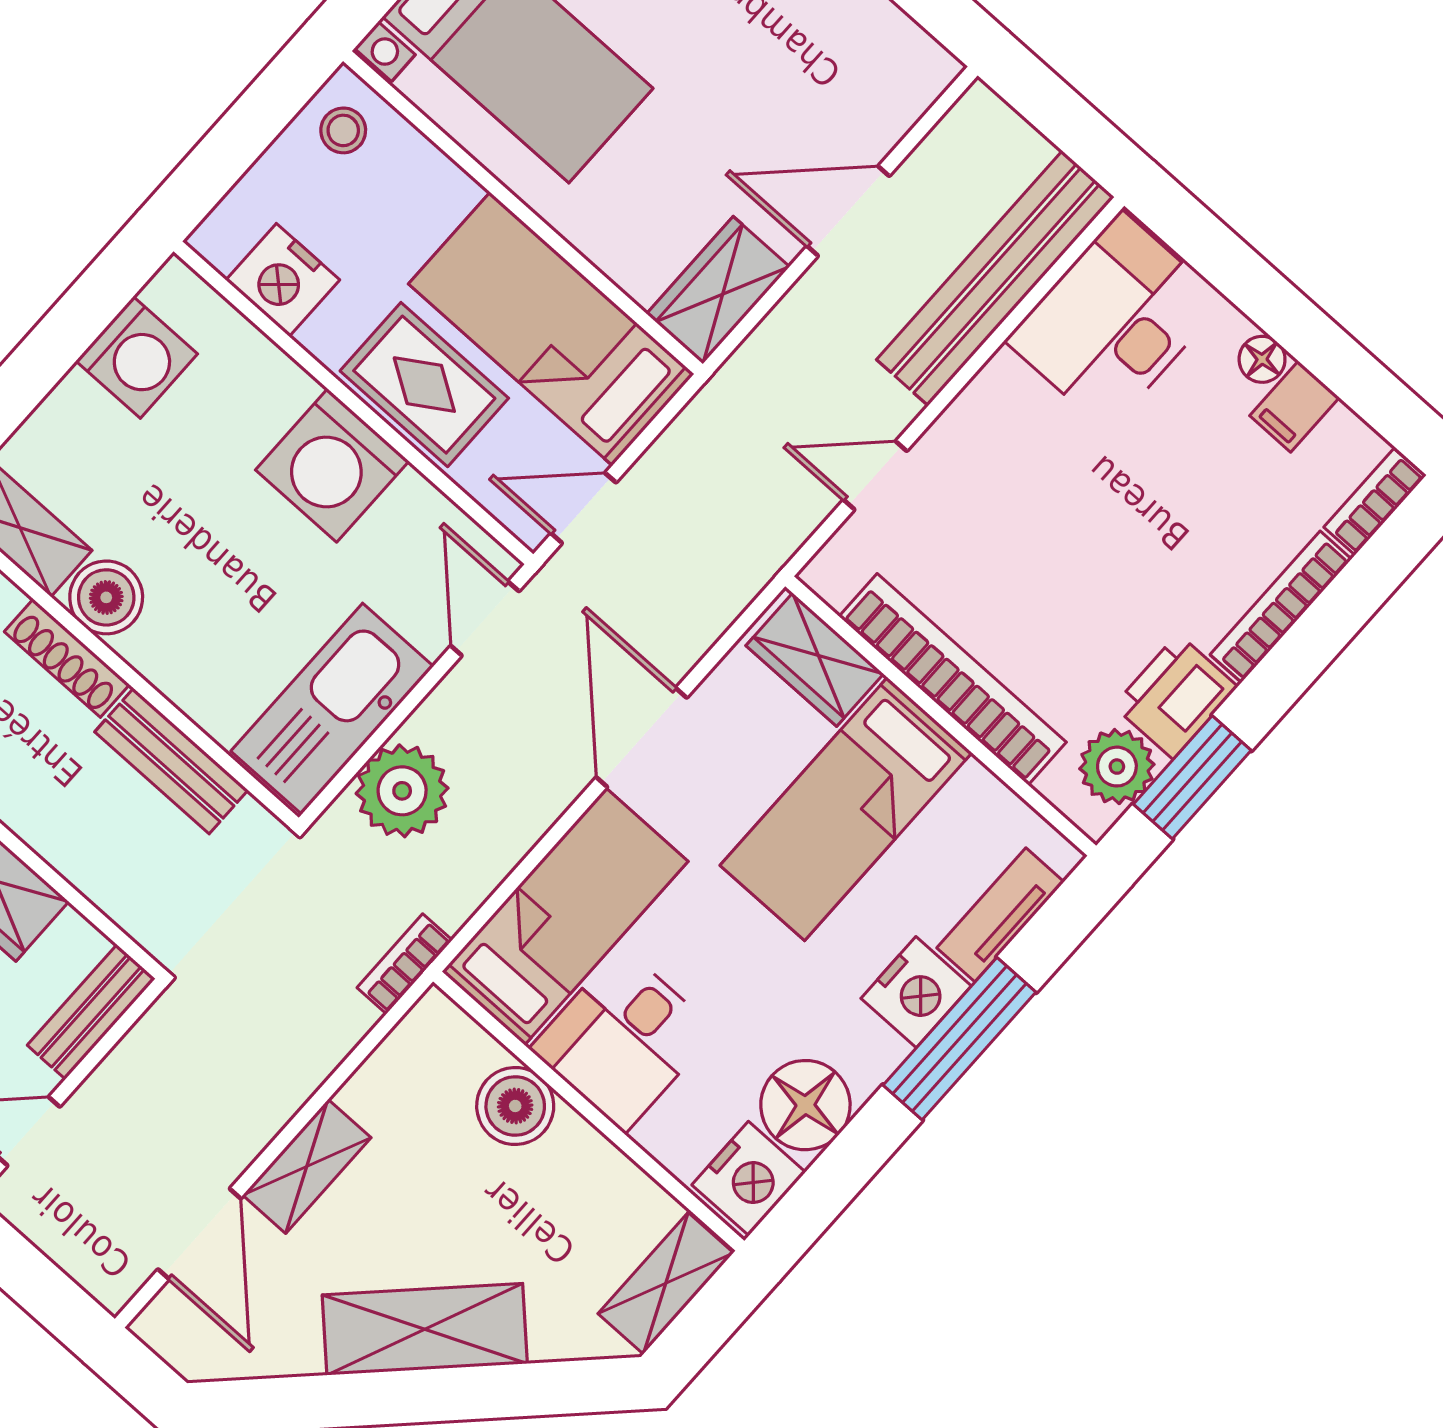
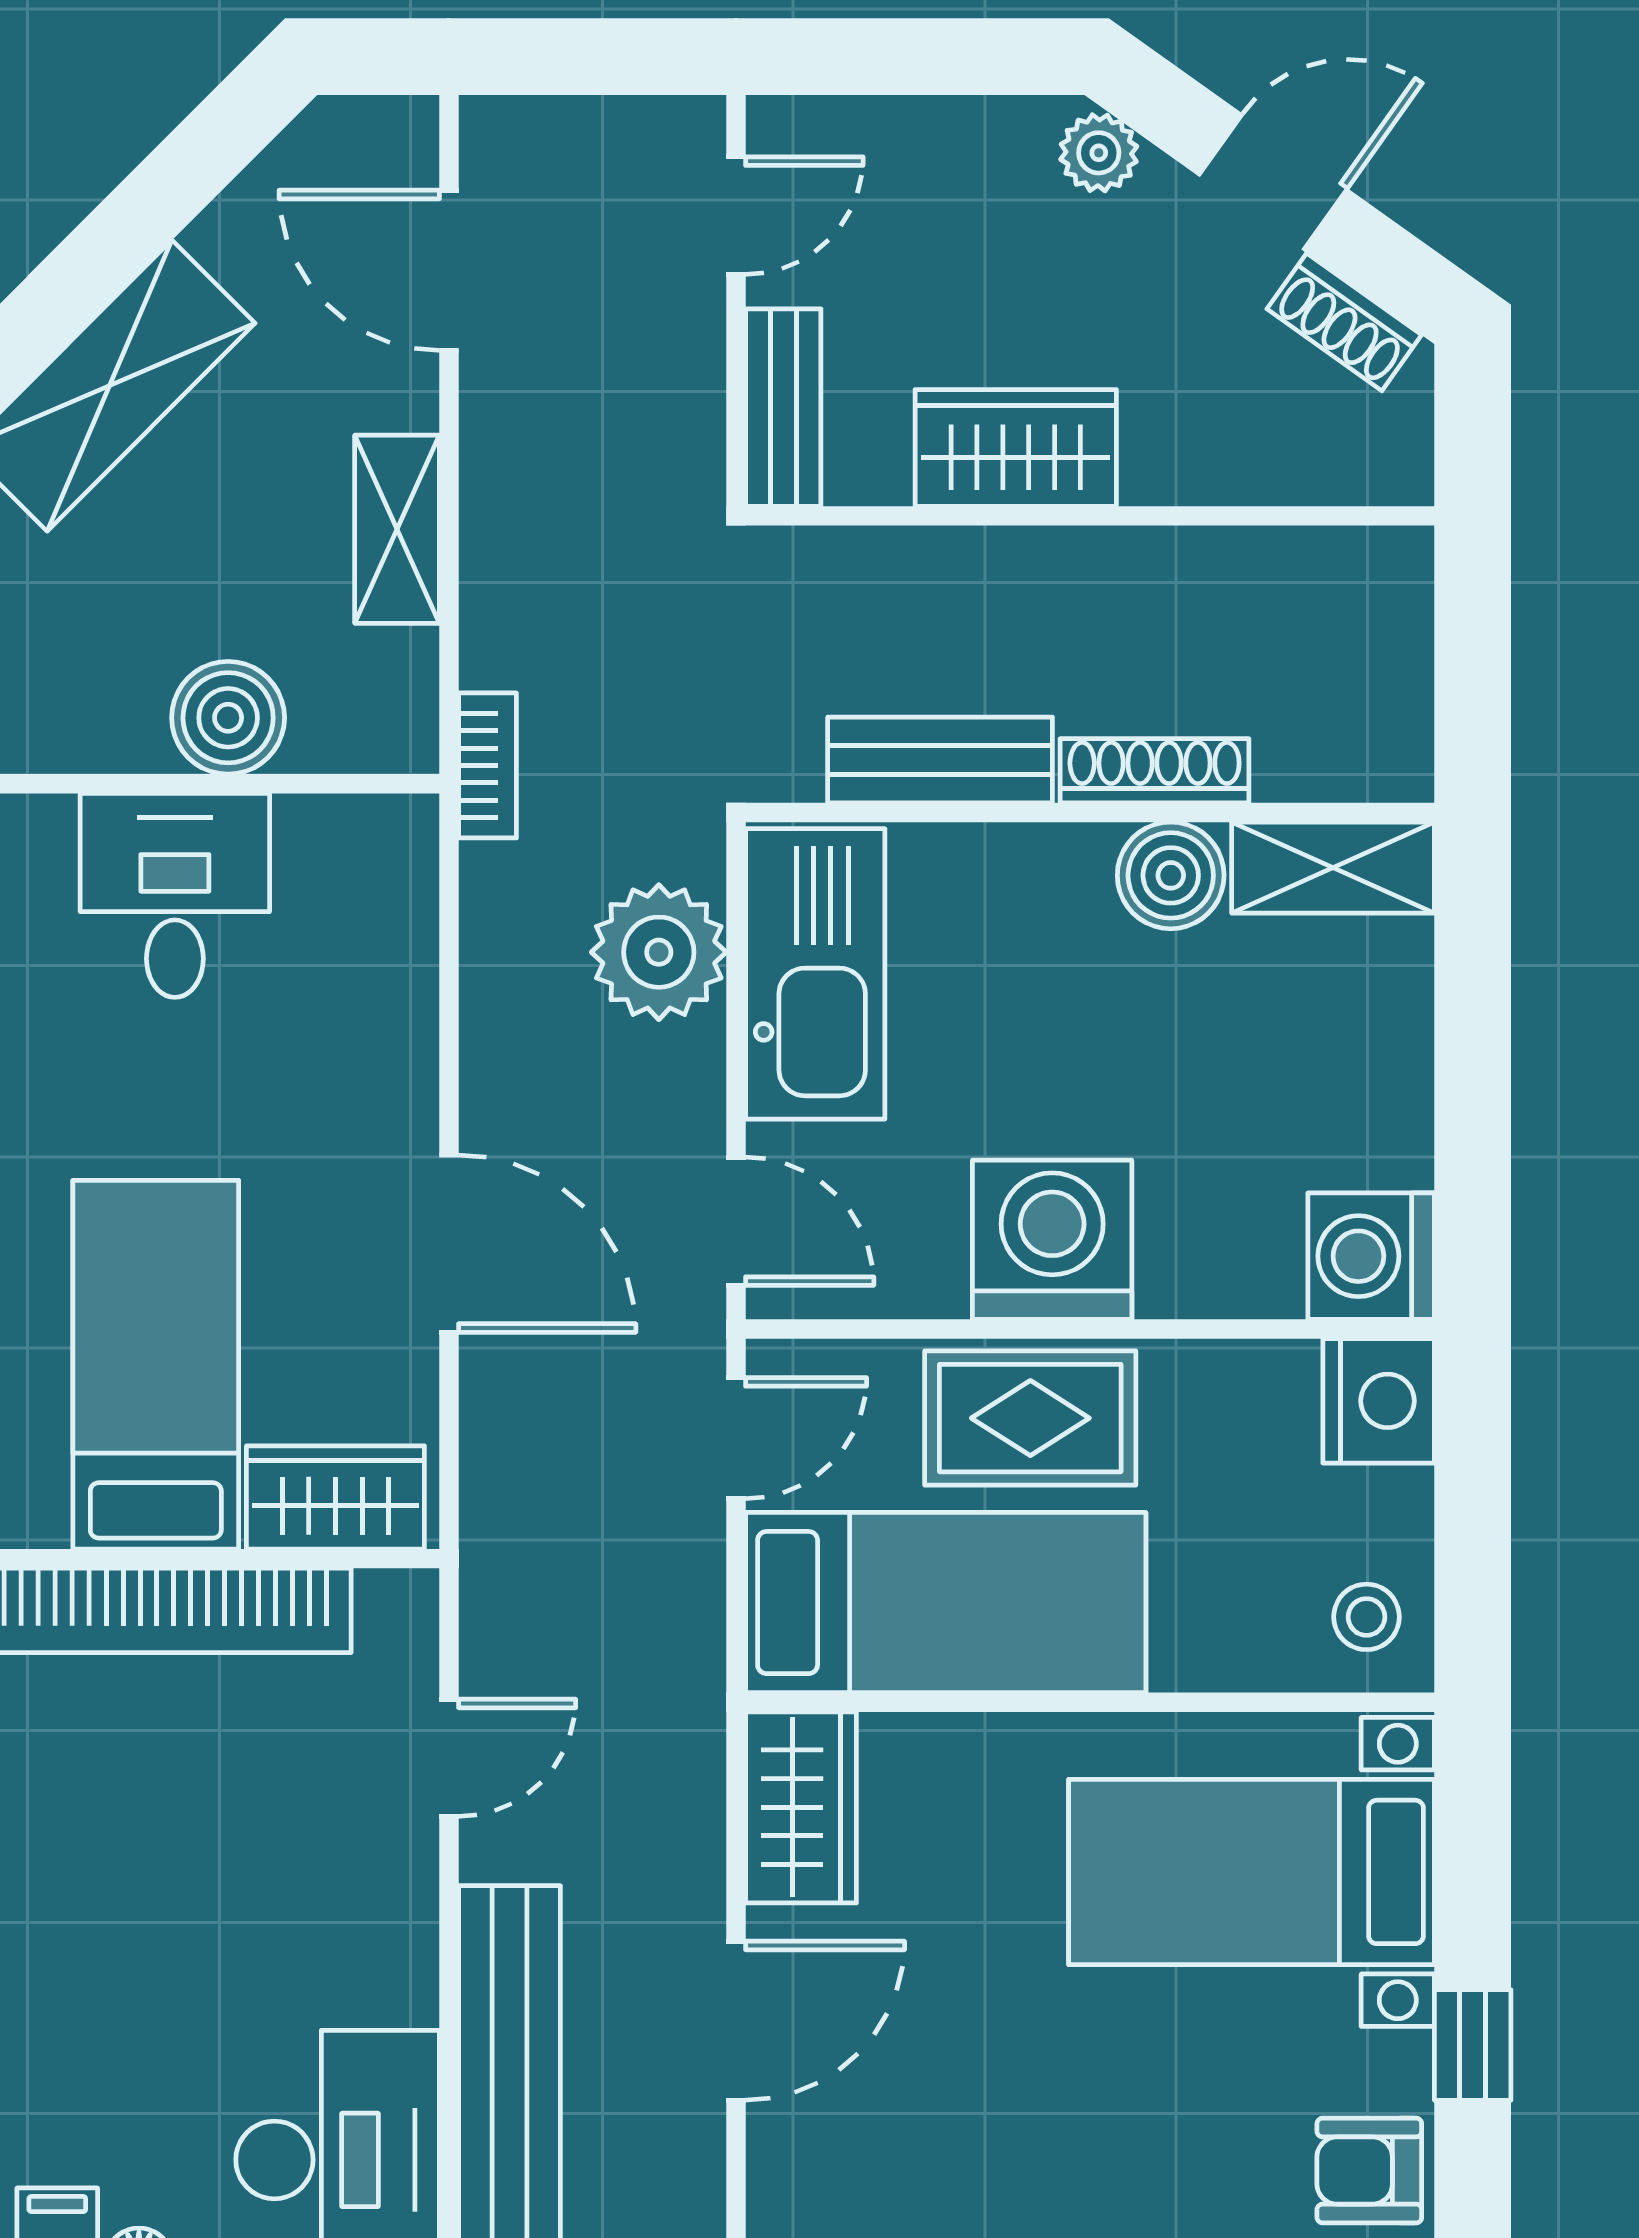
nightstand: (283, 280) -> (1379, 1401), moved, turned 90
washing machine: (137, 357) -> (1371, 1256), moved
bed: (565, 916) -> (358, 974), removed
shelving: (307, 1166) -> (397, 529), moved

